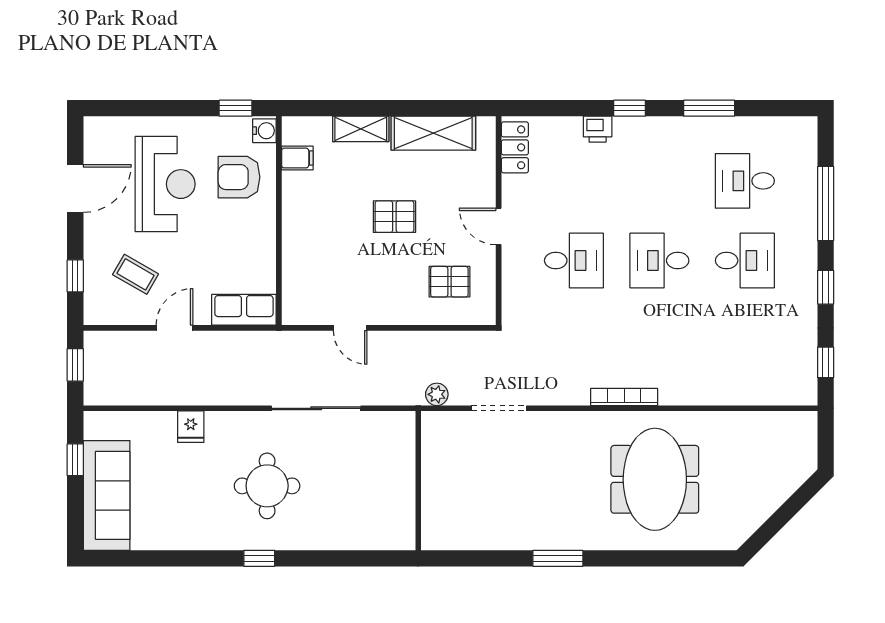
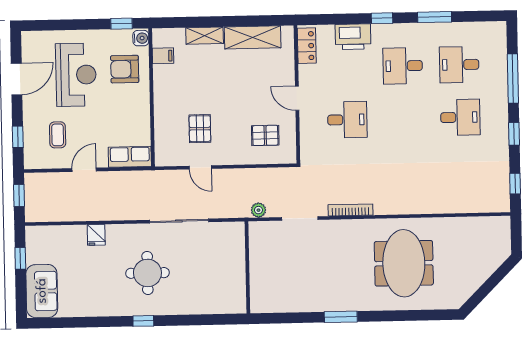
printer: (598, 129) -> (353, 37), width x1.87, depth x1.48
pallet: (394, 217) -> (200, 129), moved, turned 90
desk: (659, 261) -> (403, 66), moved
coffee table: (136, 274) -> (58, 135), turned 60
bookcase: (624, 397) -> (351, 210), moved
sofa: (107, 495) -> (42, 291), width x0.73

